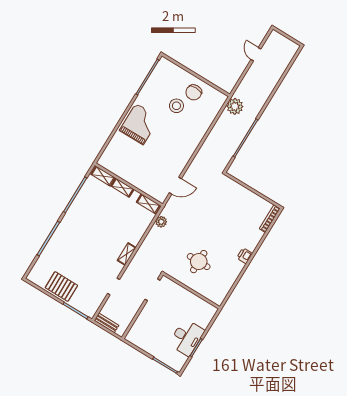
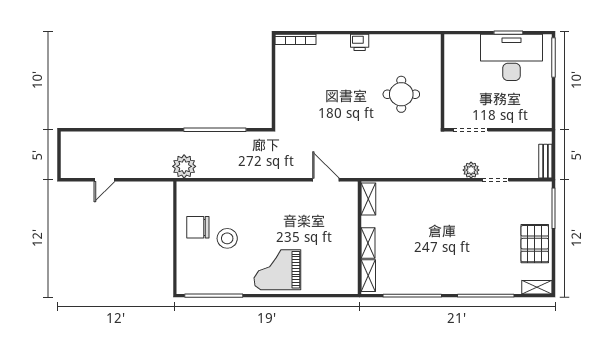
chair: (194, 92) -> (198, 227), turned 180
plant: (161, 222) -> (471, 170), moved
shelving: (127, 254) -> (537, 287), moved
desk: (187, 337) -> (512, 57), width x1.36, depth x1.30

